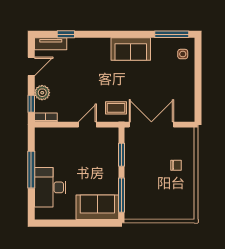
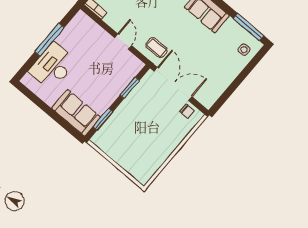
door: (87, 125) -> (123, 42), hinge flipped
chair: (176, 165) -> (187, 111), moved
window: (121, 195) -> (103, 119), width x0.69

